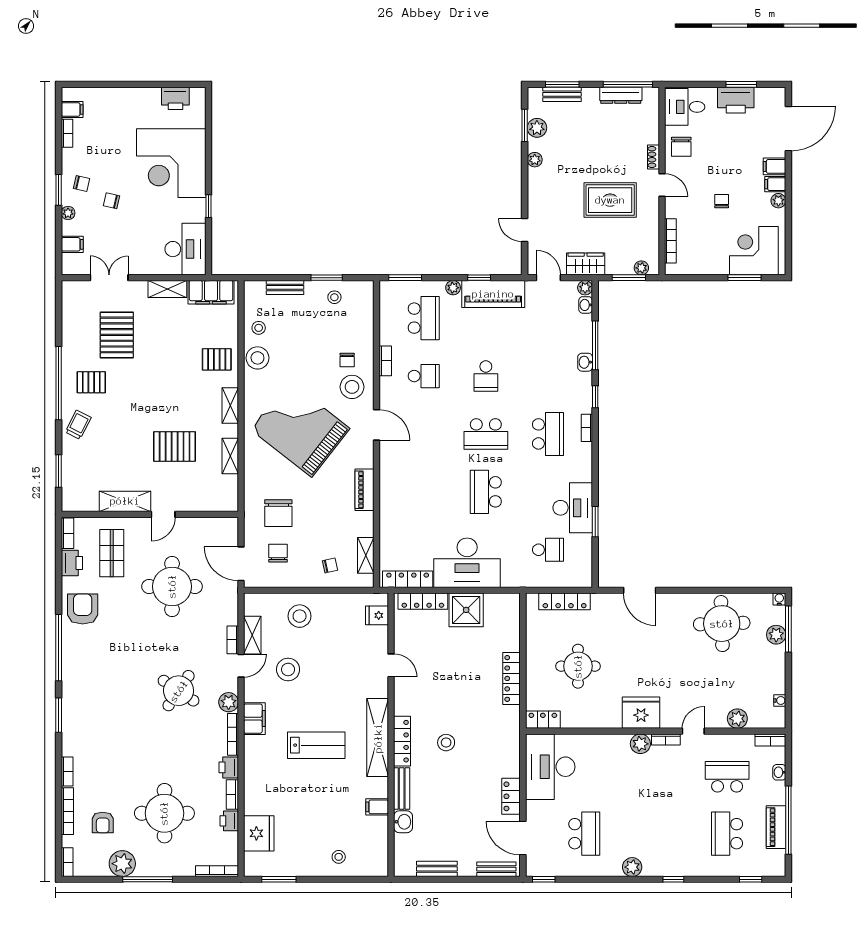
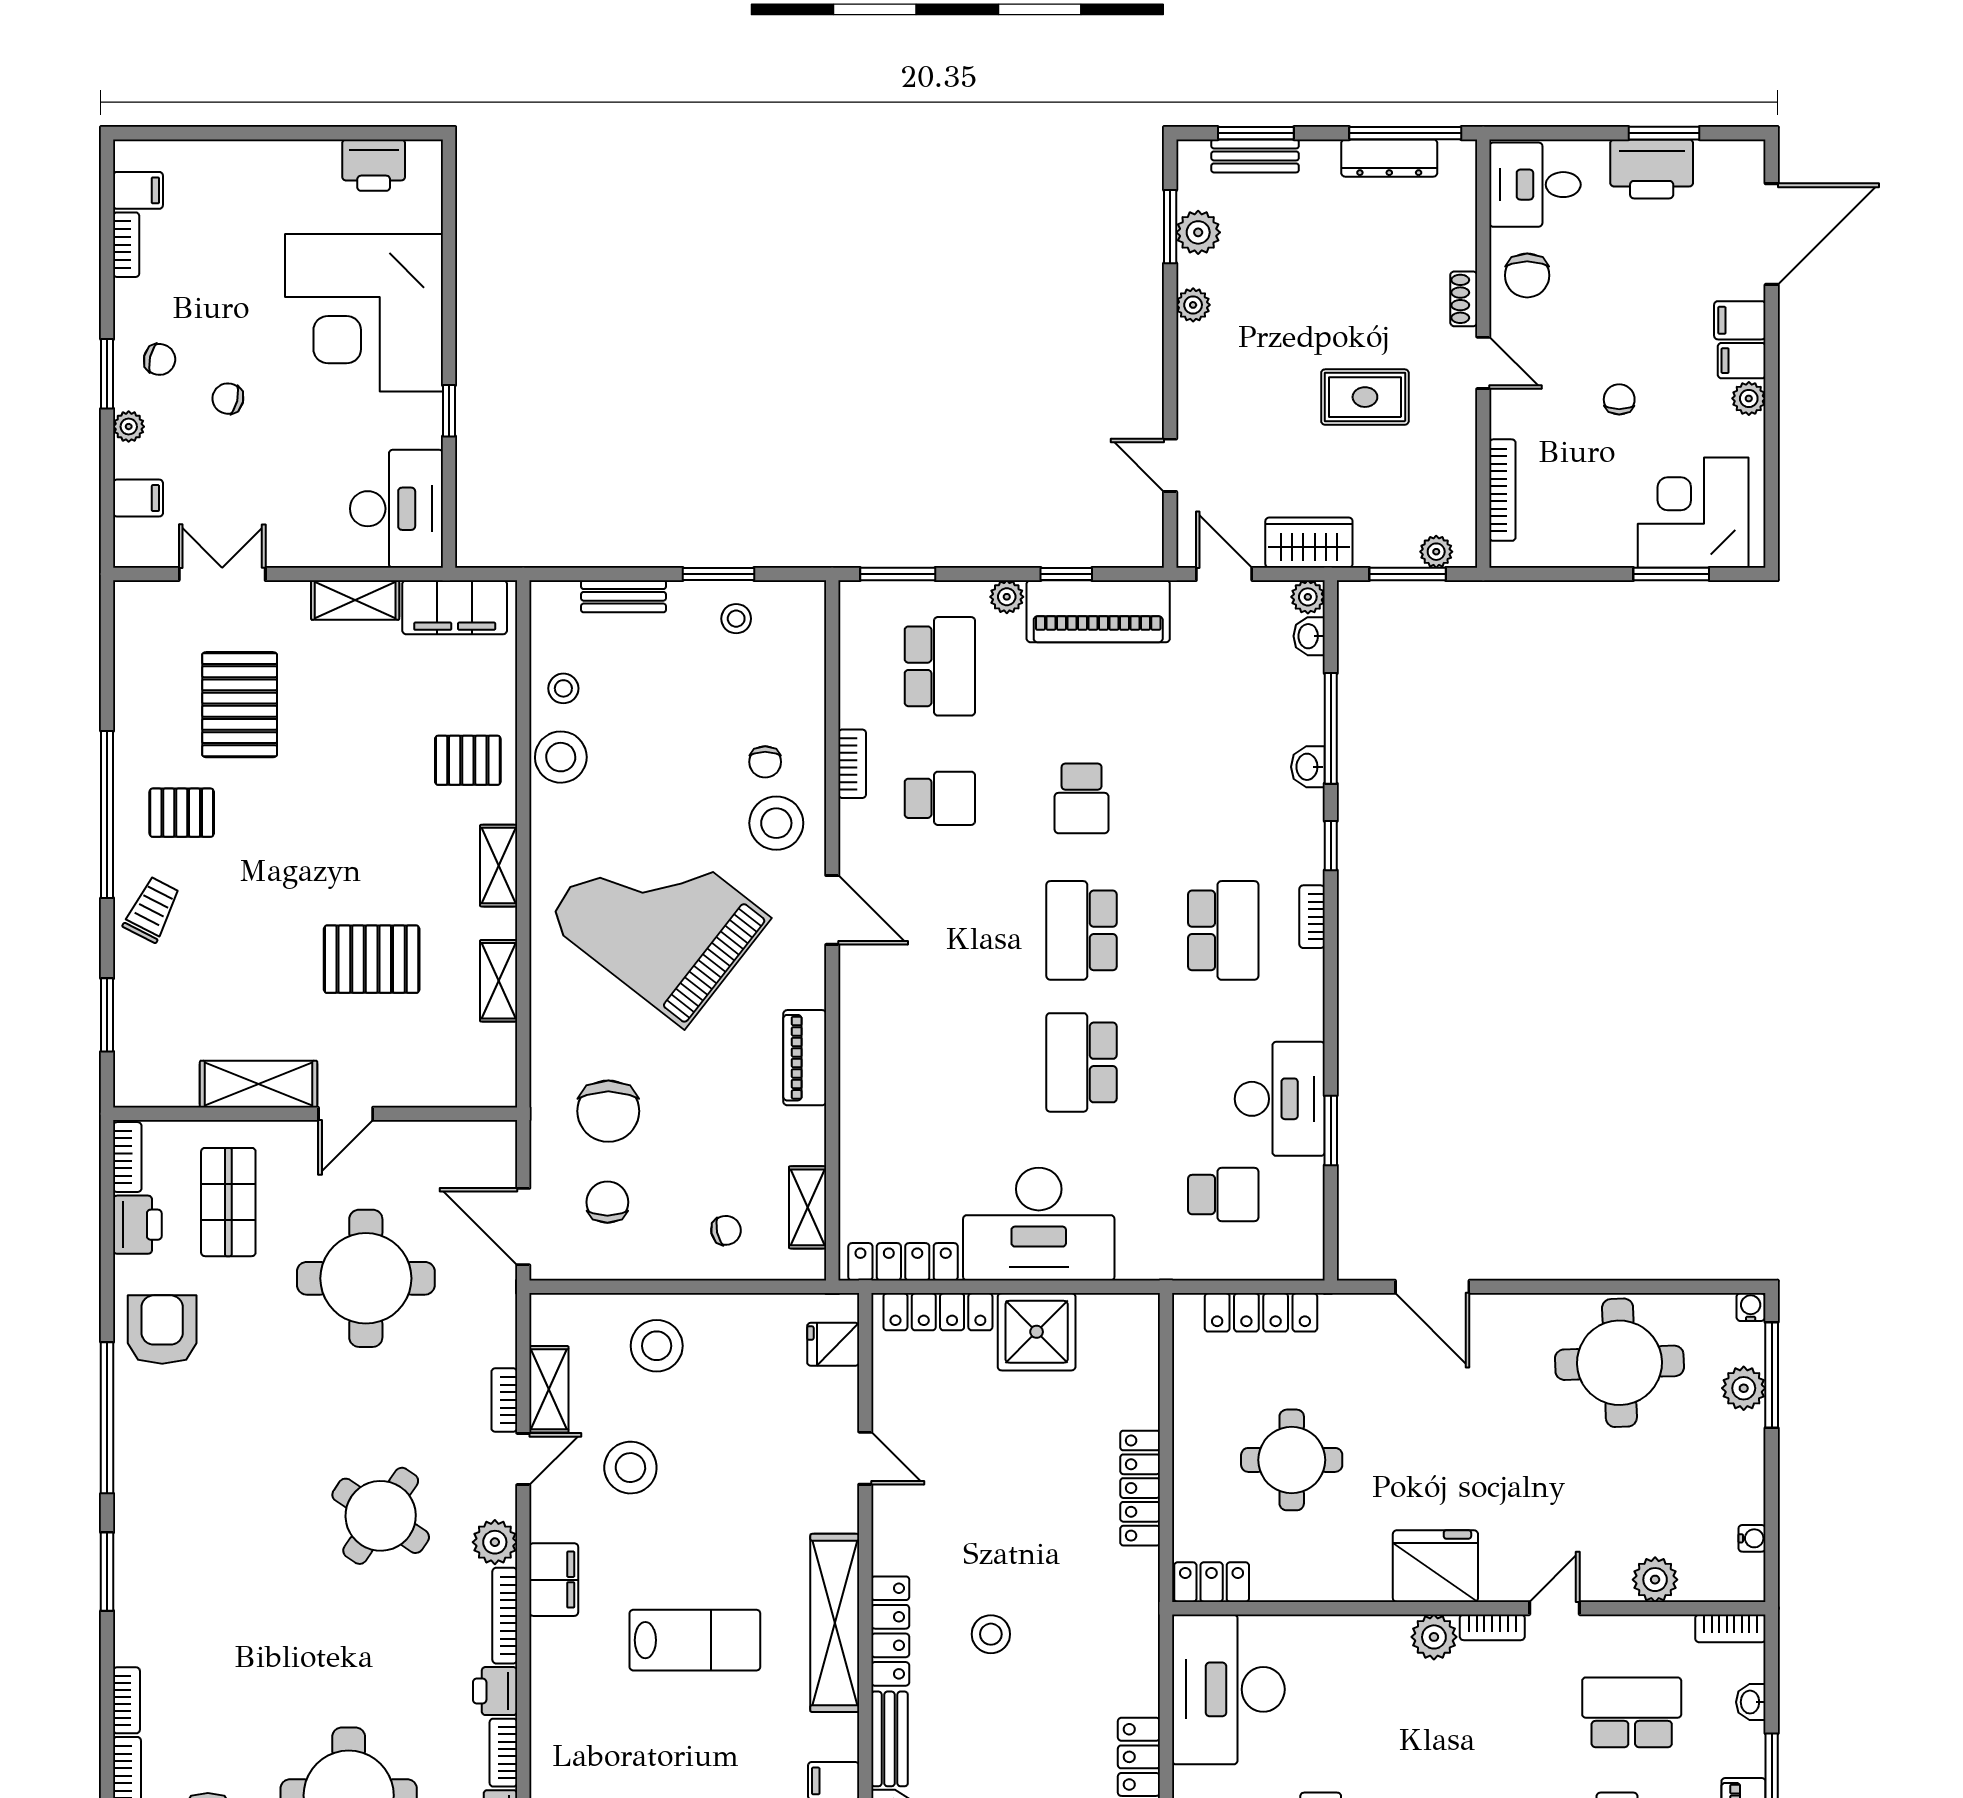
rug: (610, 200) -> (1365, 397), width x0.73, depth x0.70
school desk: (486, 434) -> (1082, 930), turned 90

